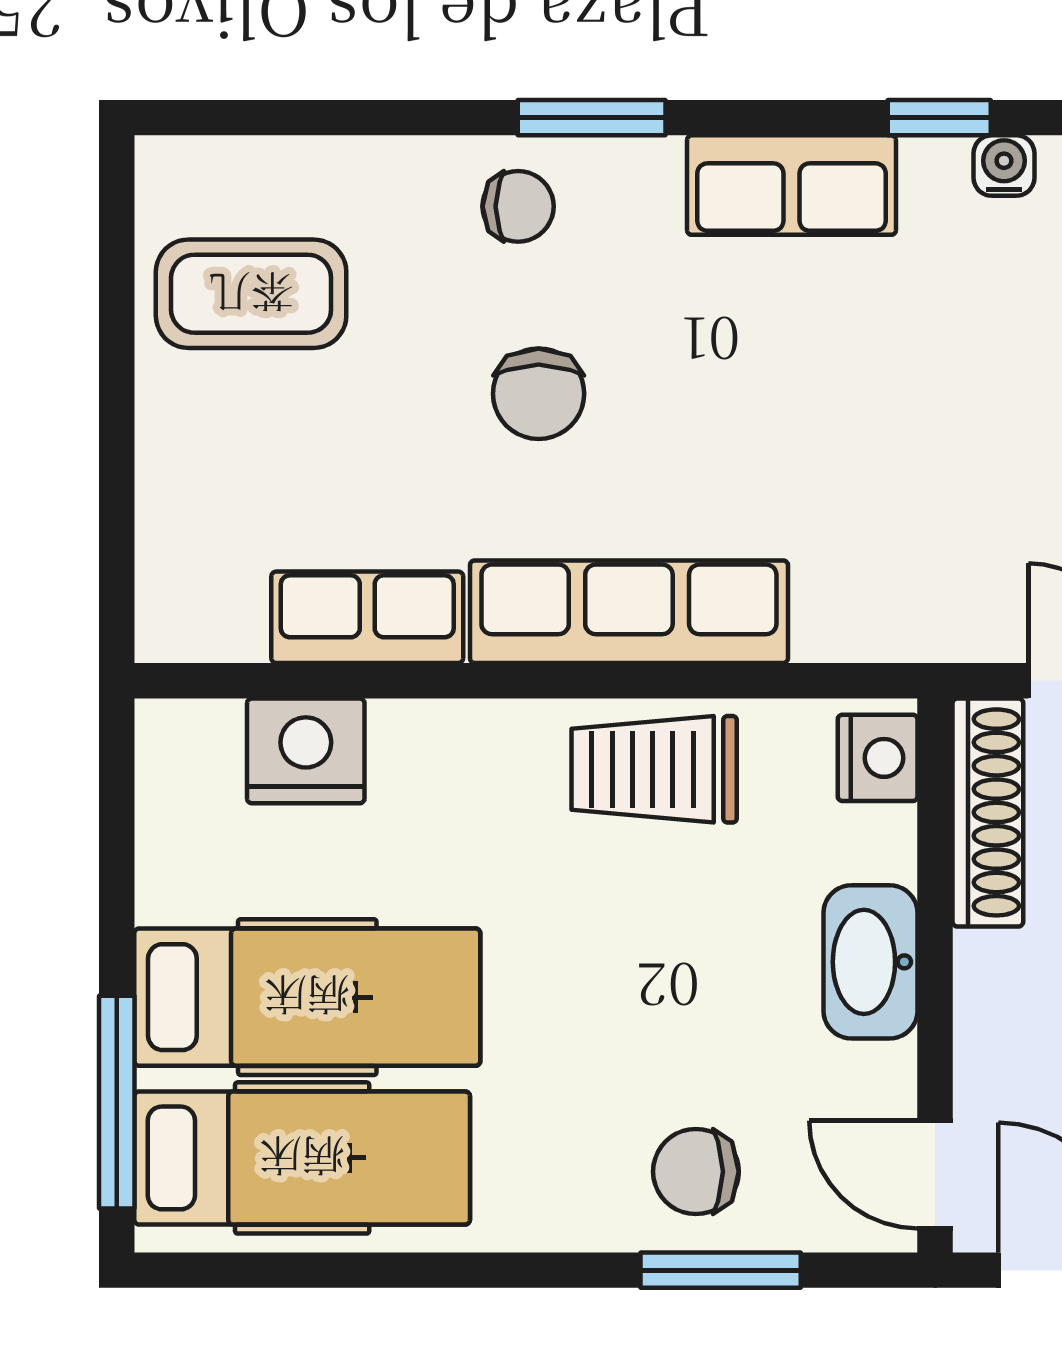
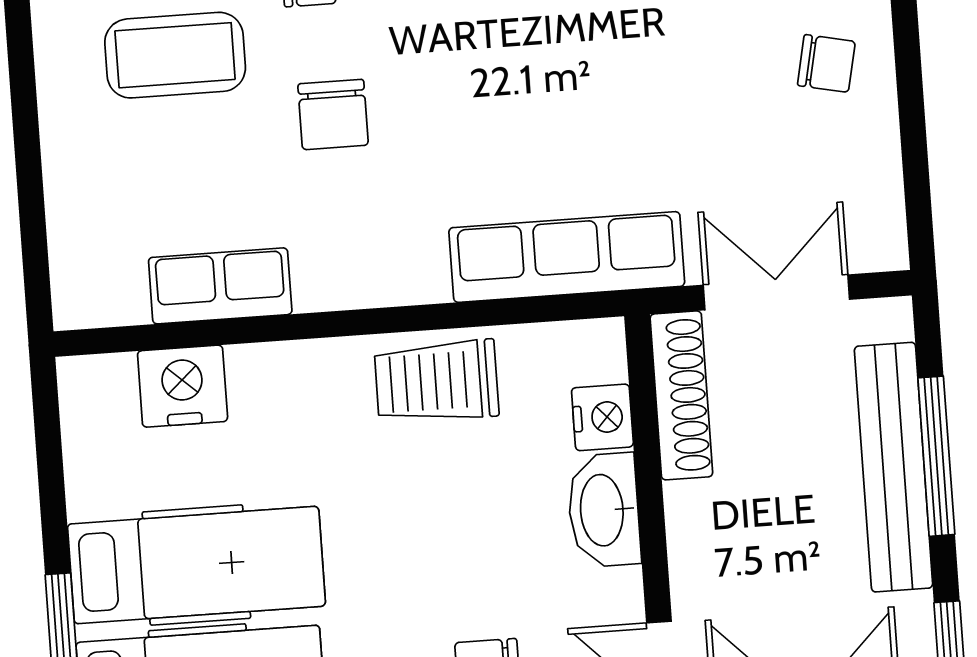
coffee table: (251, 294) -> (175, 55), moved
row of seats: (629, 612) -> (567, 257), moved
nightstand: (878, 758) -> (602, 417), moved

